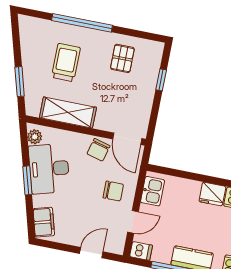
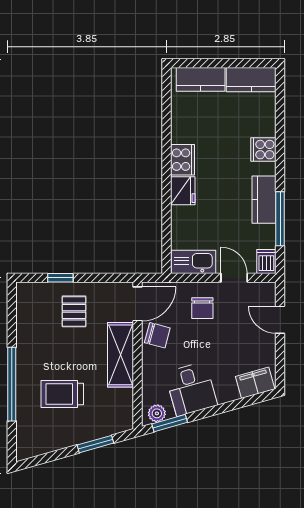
pallet: (122, 58) -> (74, 311), moved, turned 90
shelving: (68, 113) -> (121, 355), moved
desk: (49, 169) -> (191, 389), width x0.73
window: (27, 180) -> (170, 423), moved
chair: (113, 191) -> (202, 308), turned 180
kitchen sink: (153, 191) -> (193, 262), width x1.38

